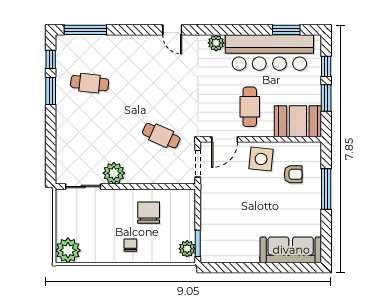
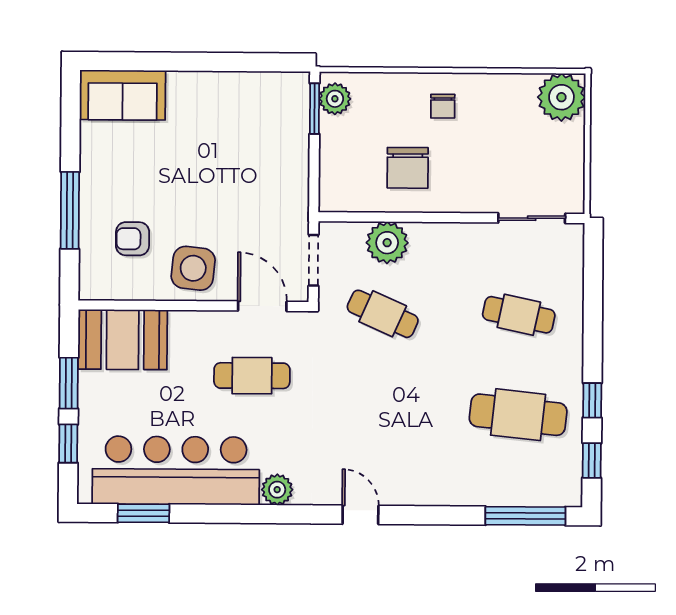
cafe table: (90, 83) -> (518, 415), width x1.37, depth x1.35
window: (51, 91) -> (592, 400), width x0.67
cafe table: (250, 107) -> (252, 376), moved, turned 90
cafe table: (90, 136) -> (519, 315), added
door: (225, 139) -> (262, 306), hinge flipped
plant: (114, 173) -> (387, 243), moved
sofa: (291, 250) -> (123, 95), width x0.73

